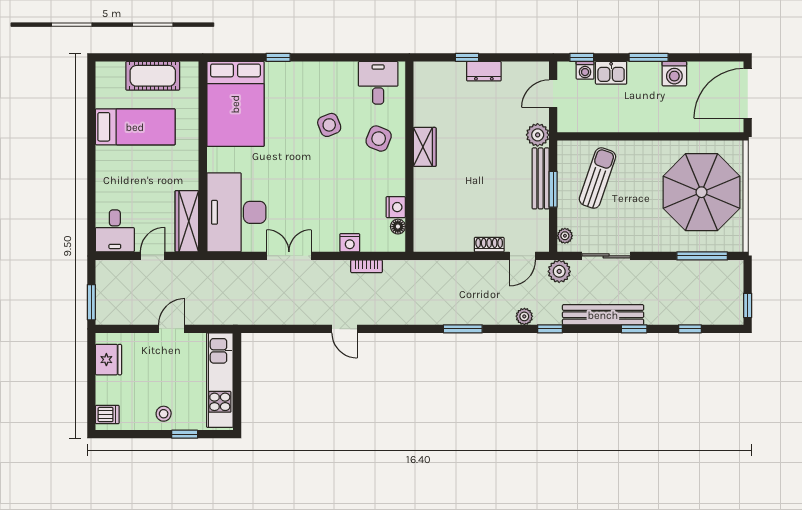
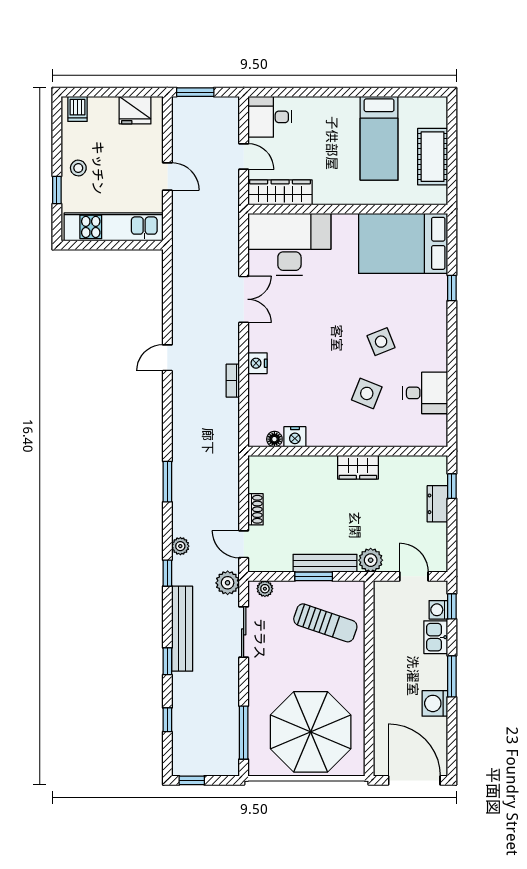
wardrobe: (425, 147) -> (358, 467), moved
wall: (409, 157) -> (348, 451), moved
nightstand: (396, 207) -> (295, 437), moved
floor lamp: (398, 227) -> (274, 439), moved

